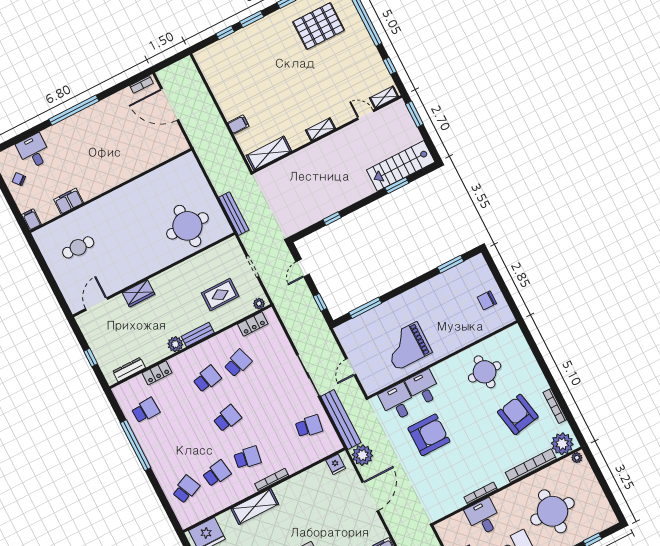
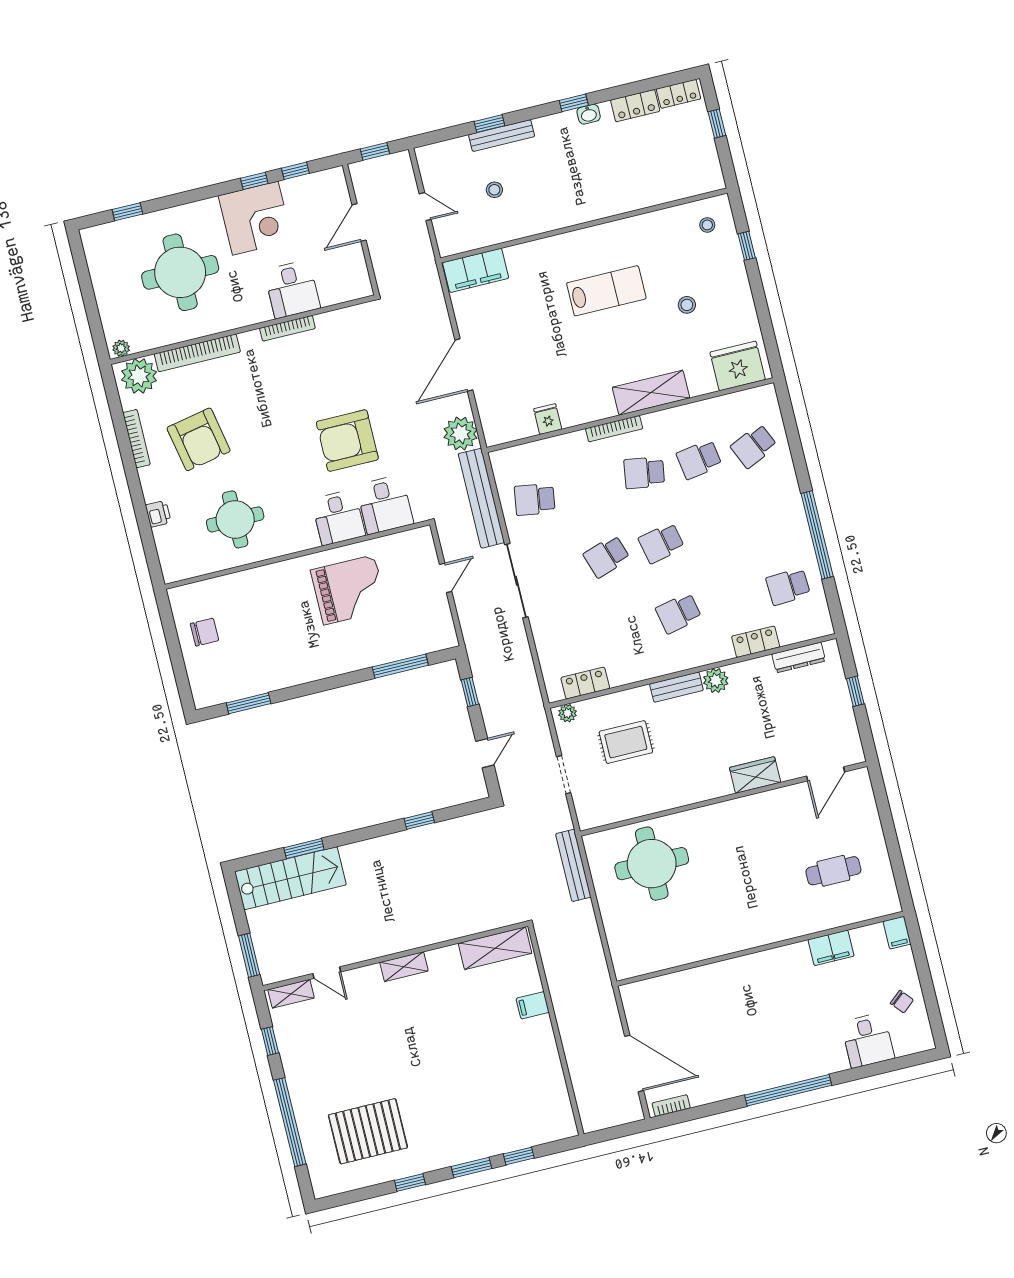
school desk: (238, 363) -> (607, 556), moved
printer: (531, 364) -> (158, 514), added
fridge: (336, 464) -> (548, 419), moved

